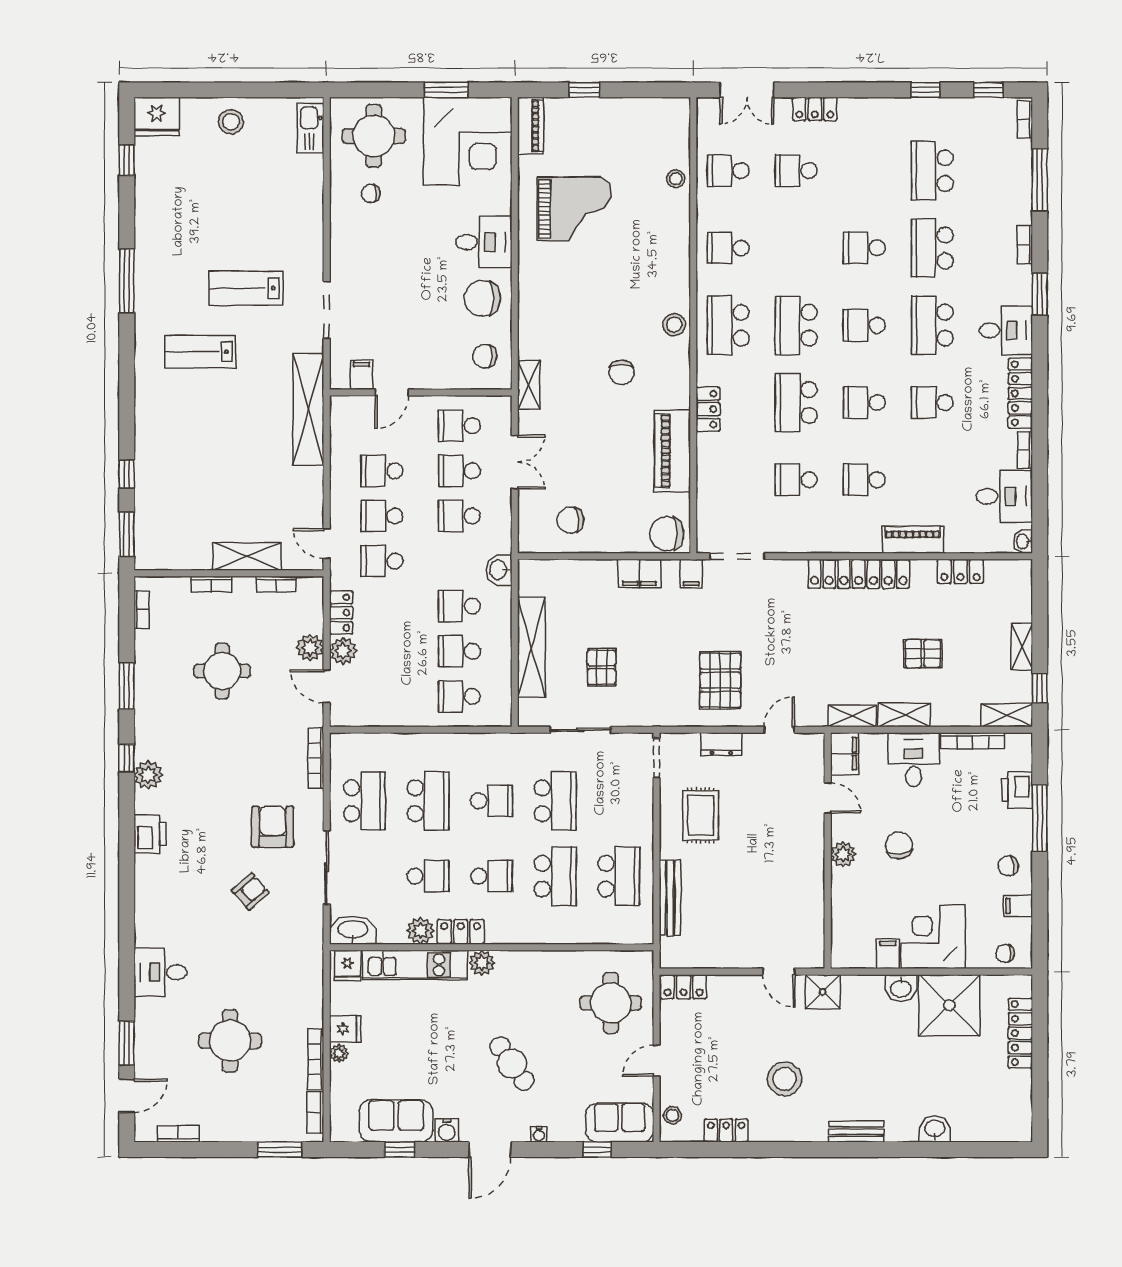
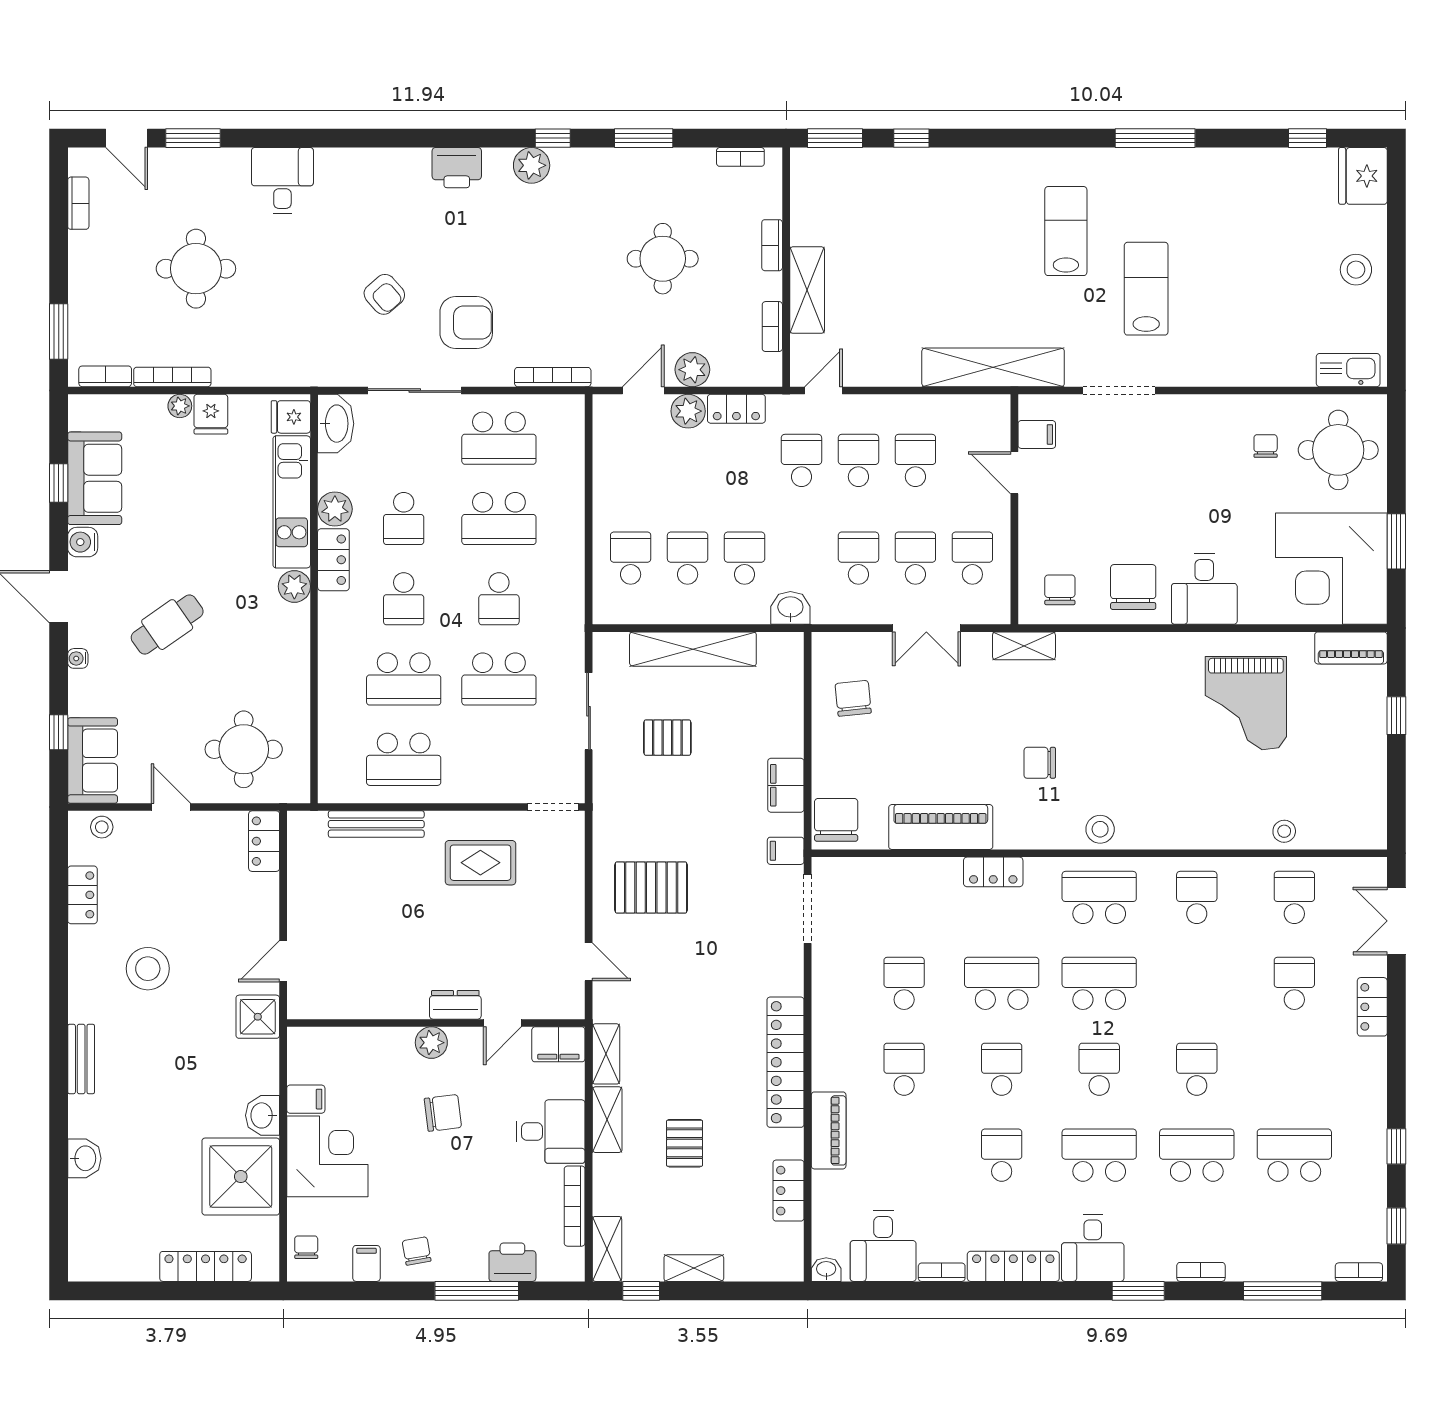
dresser: (721, 744) -> (455, 1005), moved, turned 90

